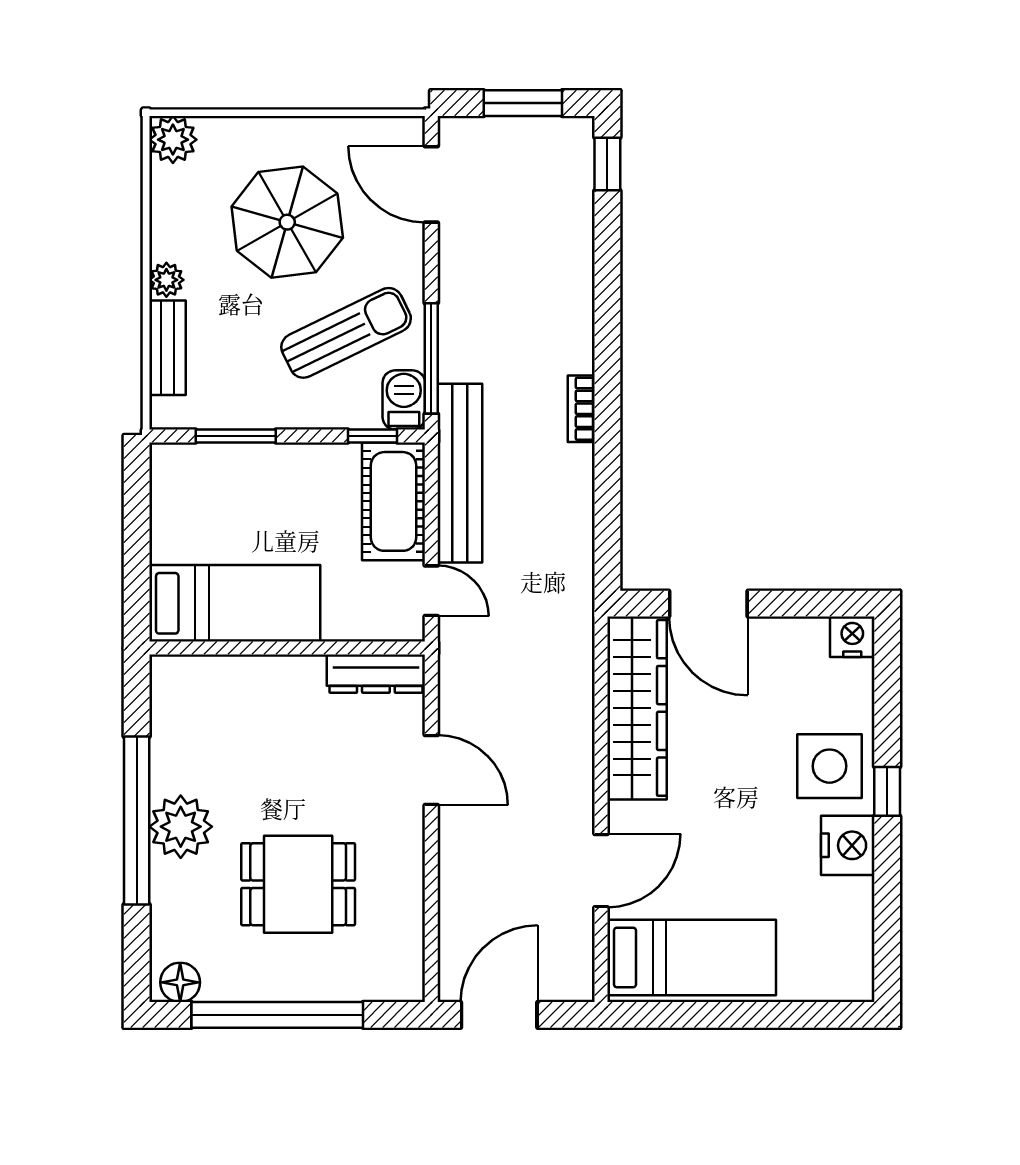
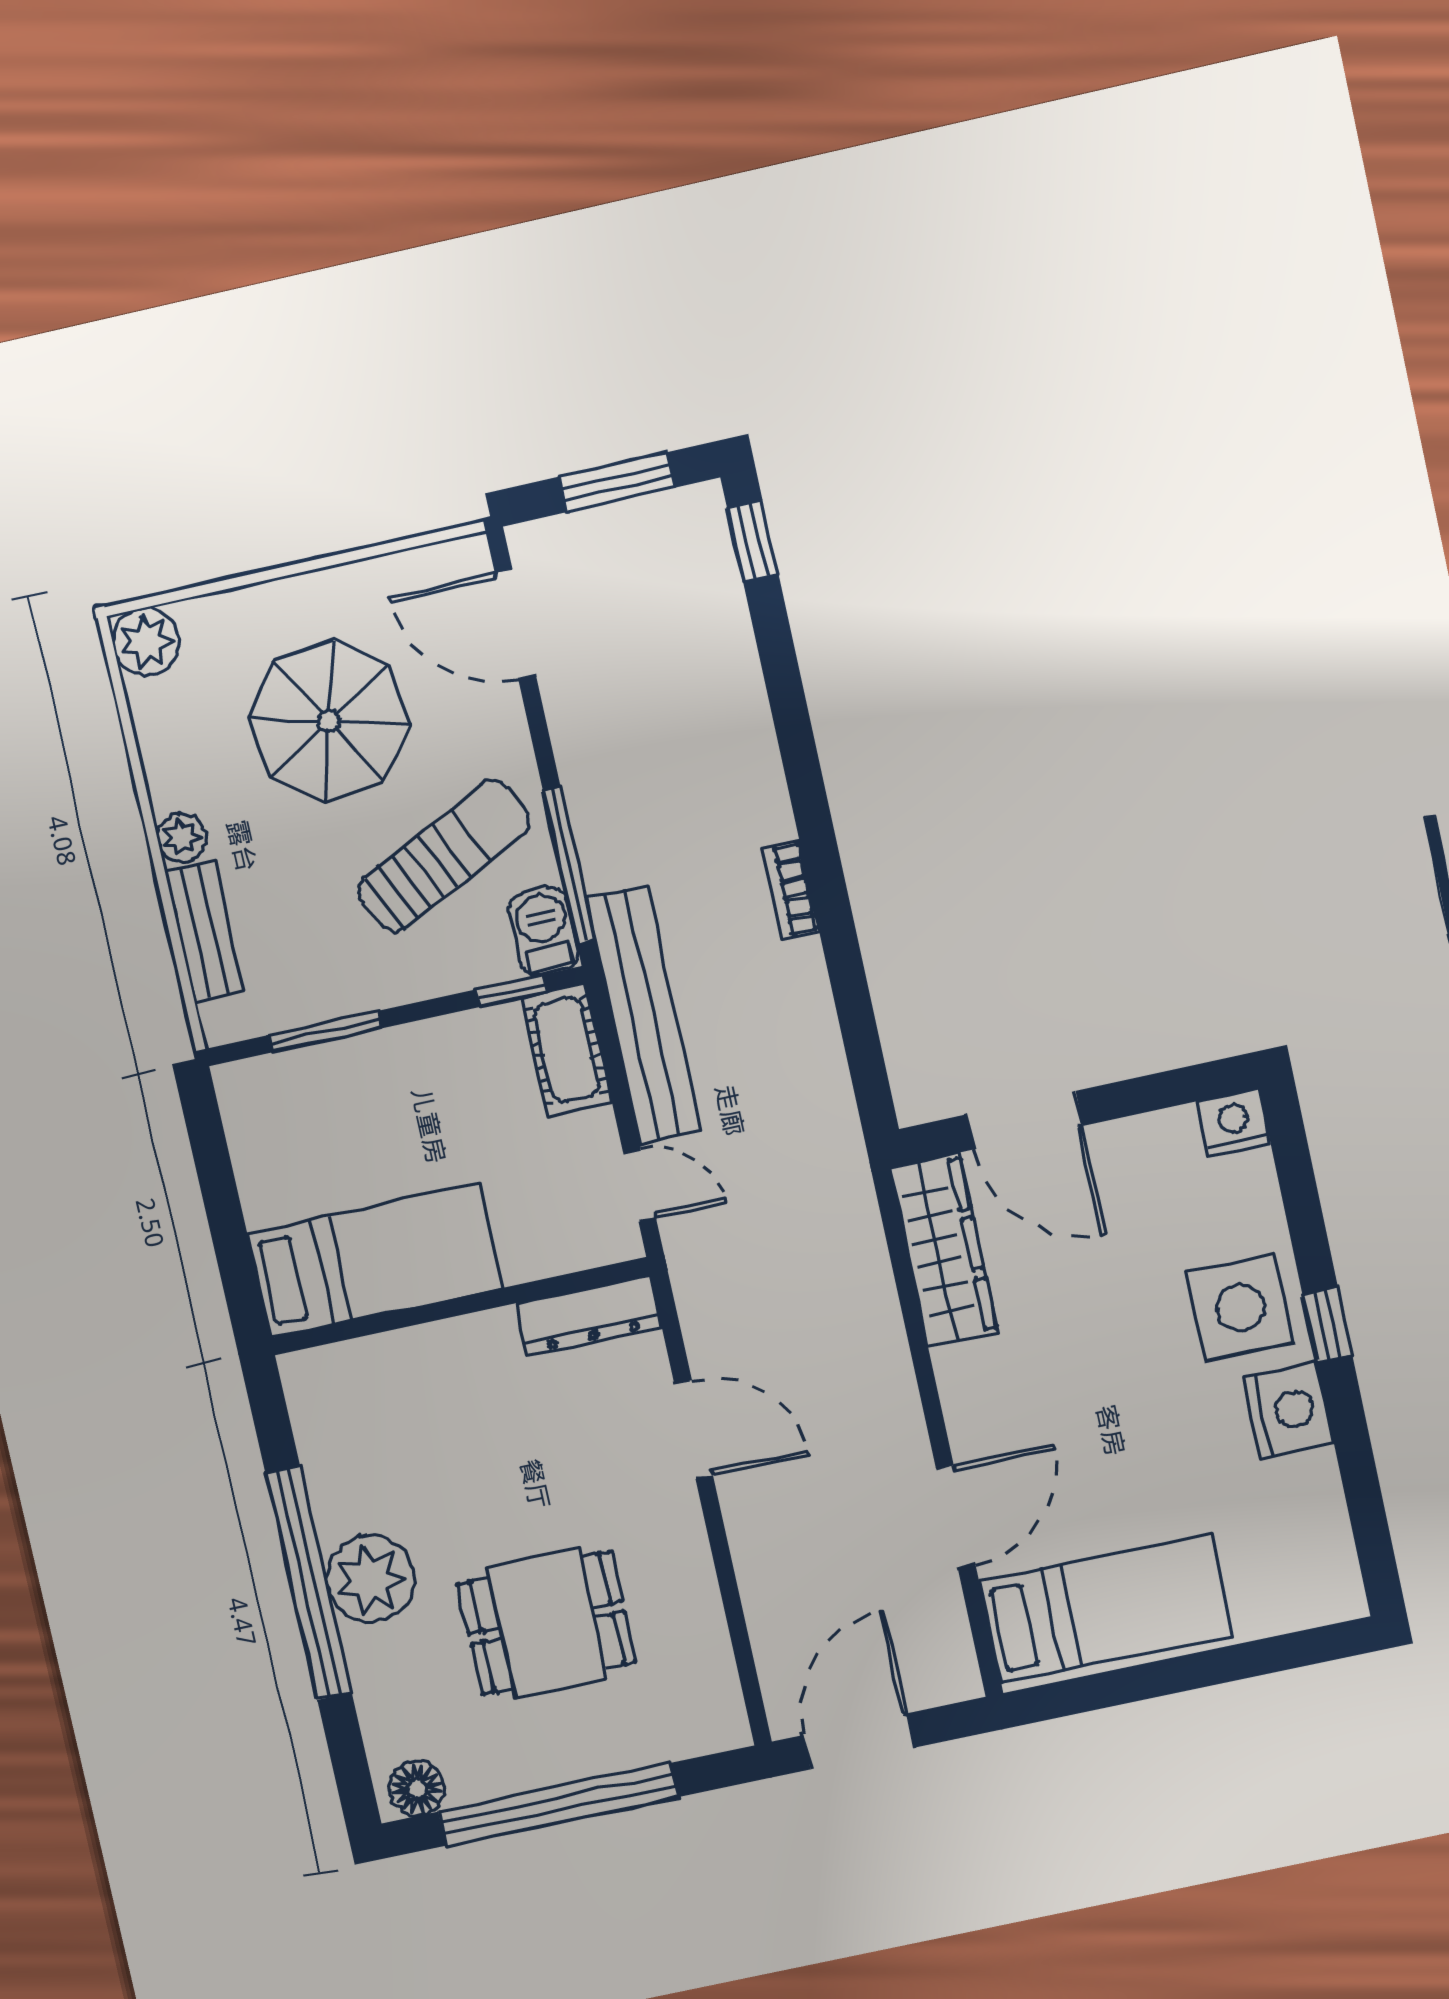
cot: (394, 501) -> (567, 1050), width x0.73, depth x0.75
wardrobe: (637, 708) -> (943, 1250), width x0.71, depth x0.85

